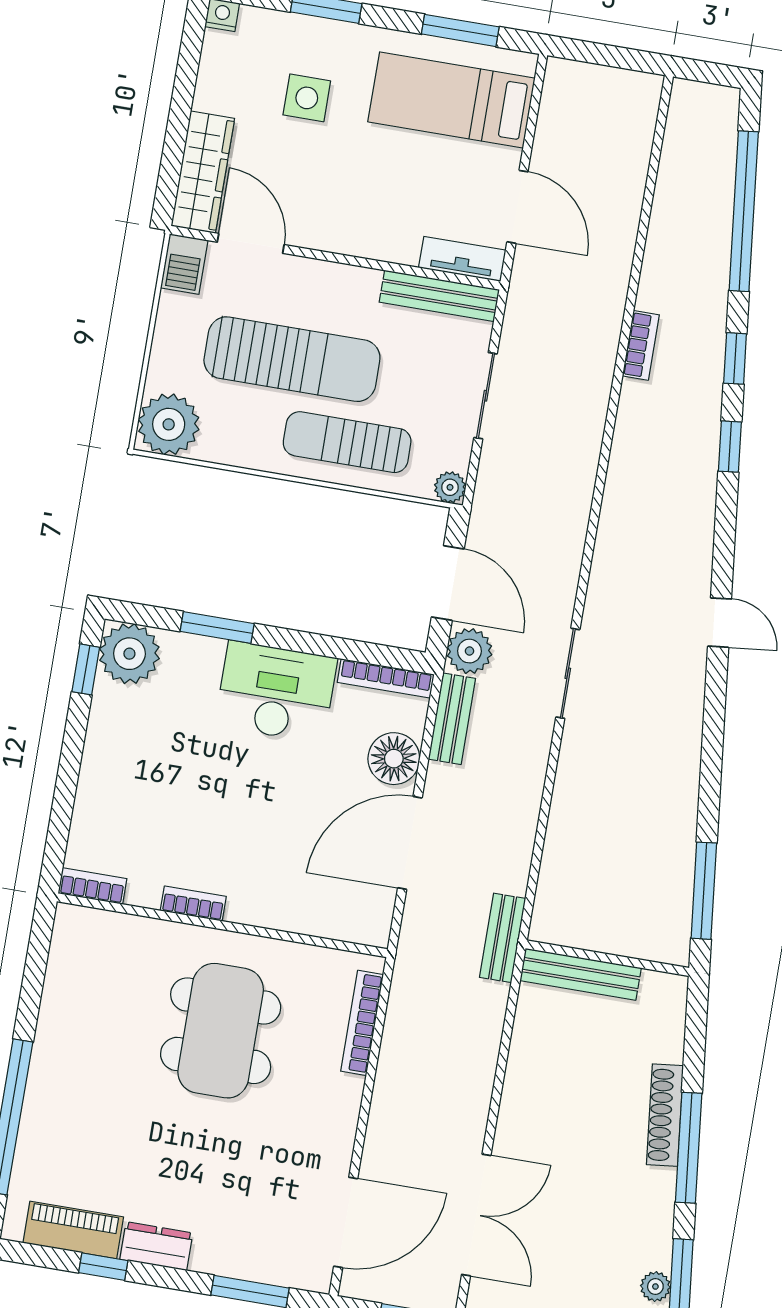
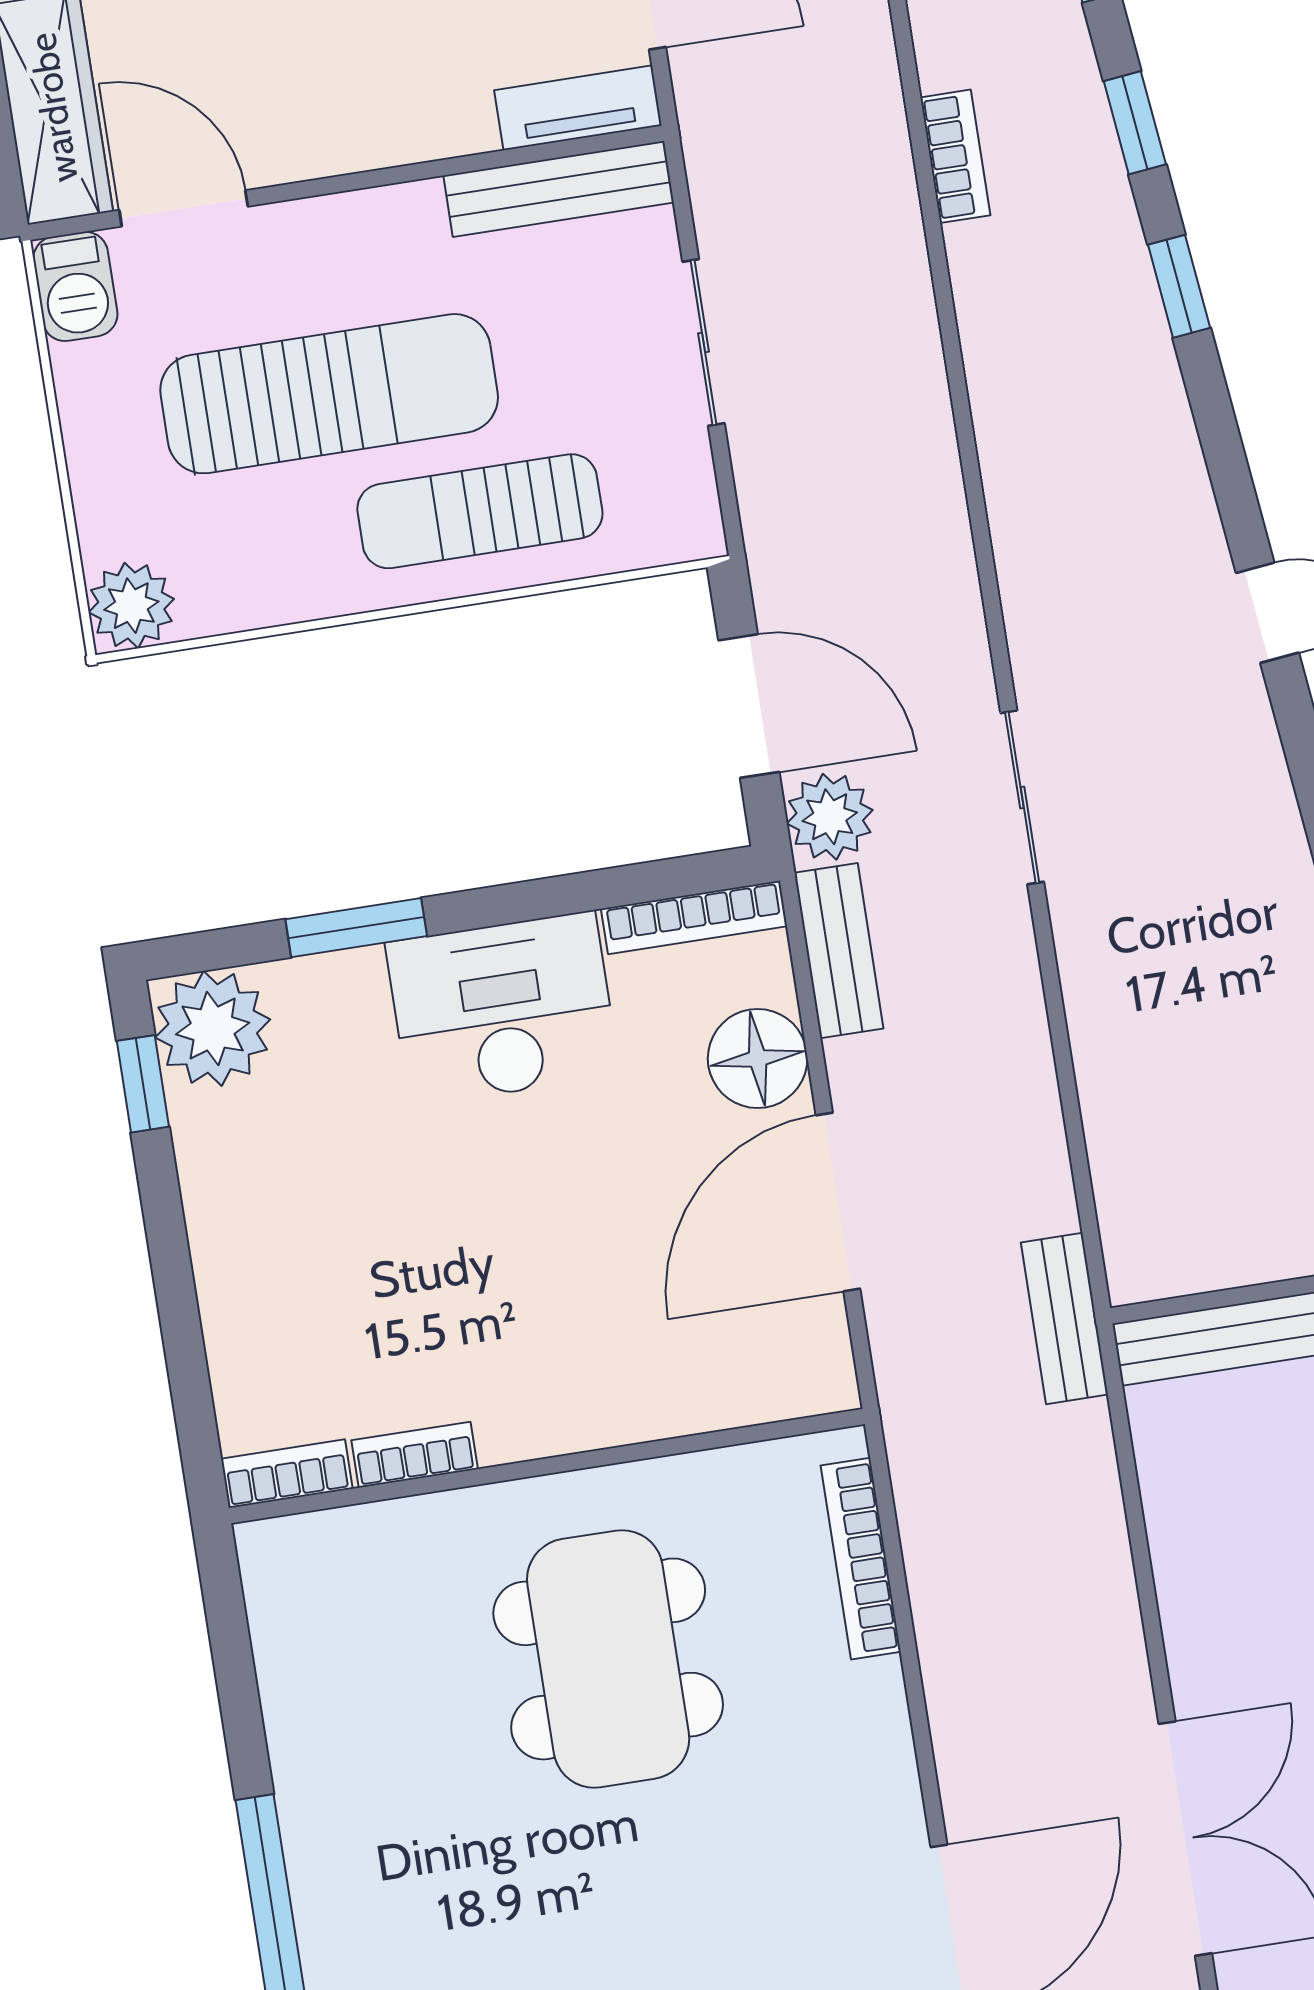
plant: (169, 424) -> (131, 606), width x0.73, depth x0.73
plant: (450, 487) -> (695, 531), removed
bookcase: (193, 904) -> (415, 1455), moved

